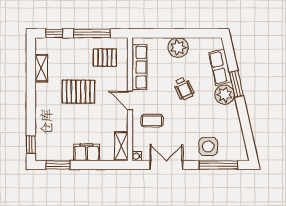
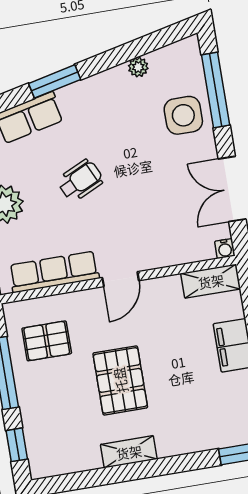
pallet: (105, 58) -> (47, 341), turned 90
shelving: (41, 68) -> (129, 452), moved
plant: (225, 95) -> (138, 67), moved, width x0.53, depth x0.53
coffee table: (152, 121) -> (152, 231), removed

